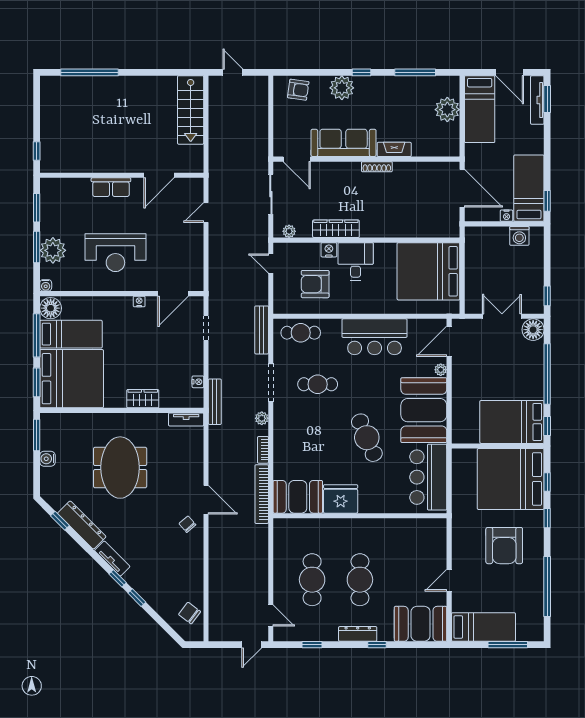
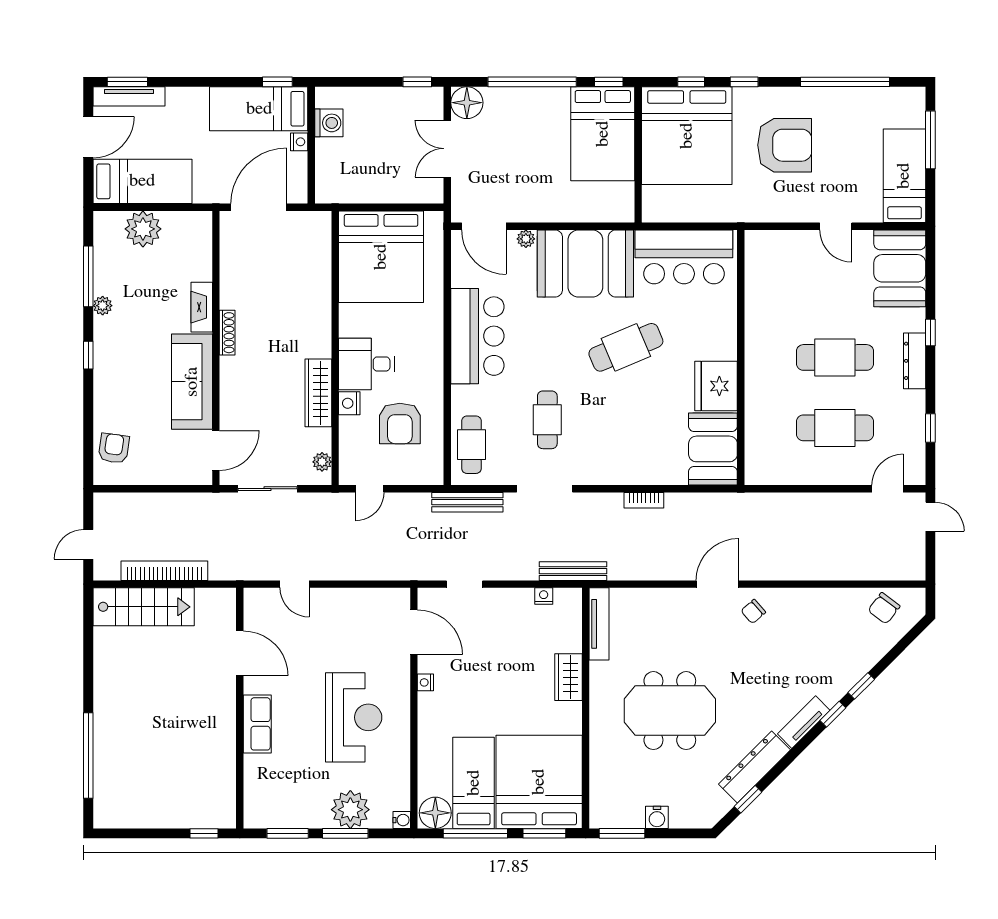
plant: (342, 88) -> (103, 306), moved, width x0.53, depth x0.53
plant: (262, 418) -> (597, 502), removed
tv unit: (186, 419) -> (599, 624), width x1.41
bookcase: (262, 494) -> (164, 571), moved, turned 180

